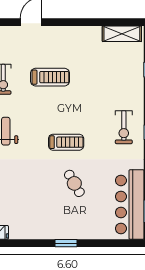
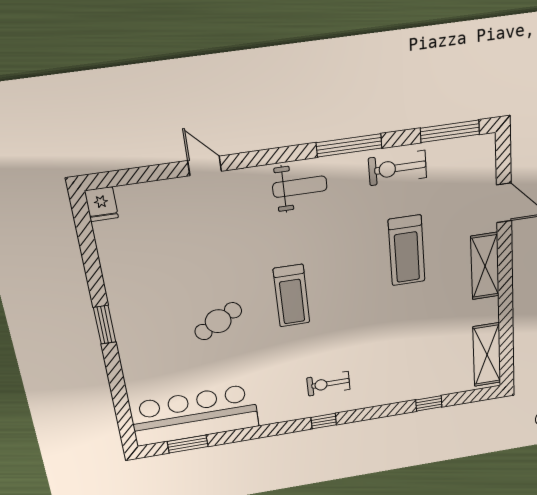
shelving: (66, 34) -> (485, 266), added
exercise bike: (124, 127) -> (328, 384), width x0.73, depth x0.72

